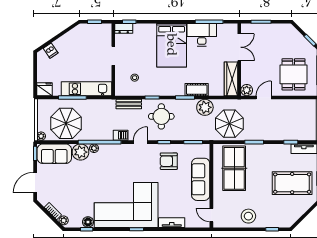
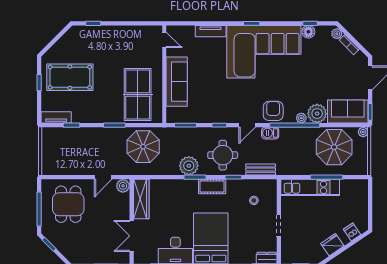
fridge: (44, 89) -> (332, 245), moved, turned 146
cot: (197, 90) -> (212, 186), moved
plant: (205, 107) -> (189, 166), moved
armchair: (169, 161) -> (273, 111), moved, turned -90
stool: (248, 216) -> (121, 39), removed

